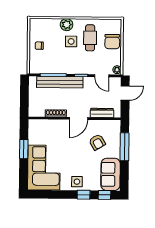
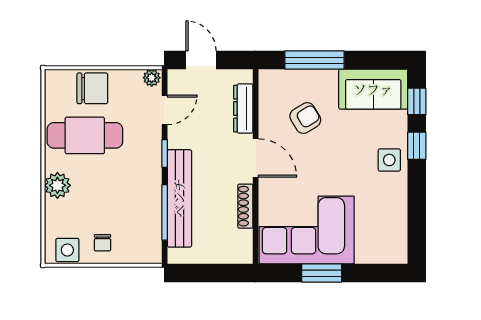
cafe table: (90, 38) -> (85, 135), width x1.37, depth x1.35
side table: (71, 41) -> (67, 250), moved
corner sofa: (44, 168) -> (307, 230), moved

